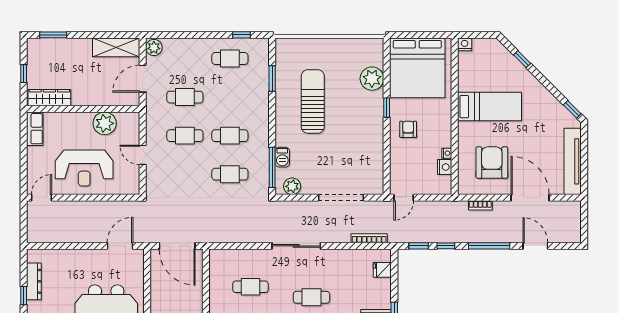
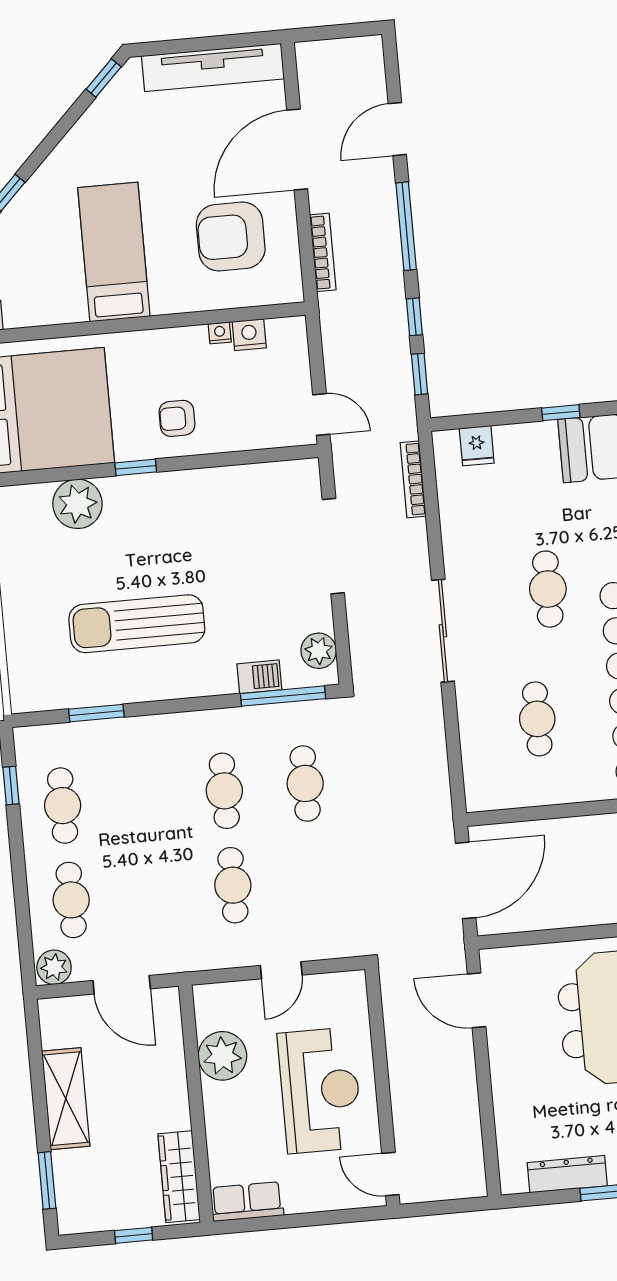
shelving: (116, 47) -> (66, 1099), moved
cafe table: (185, 97) -> (71, 900), moved
bookcase: (480, 205) -> (323, 252), width x1.56

